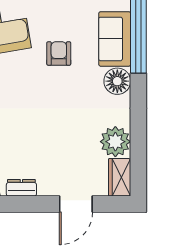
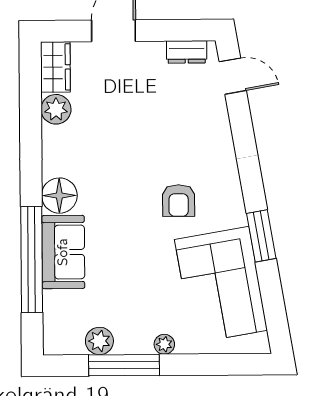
armchair: (59, 53) -> (179, 201), moved
plant: (115, 142) -> (56, 109), width x0.73, depth x0.73

